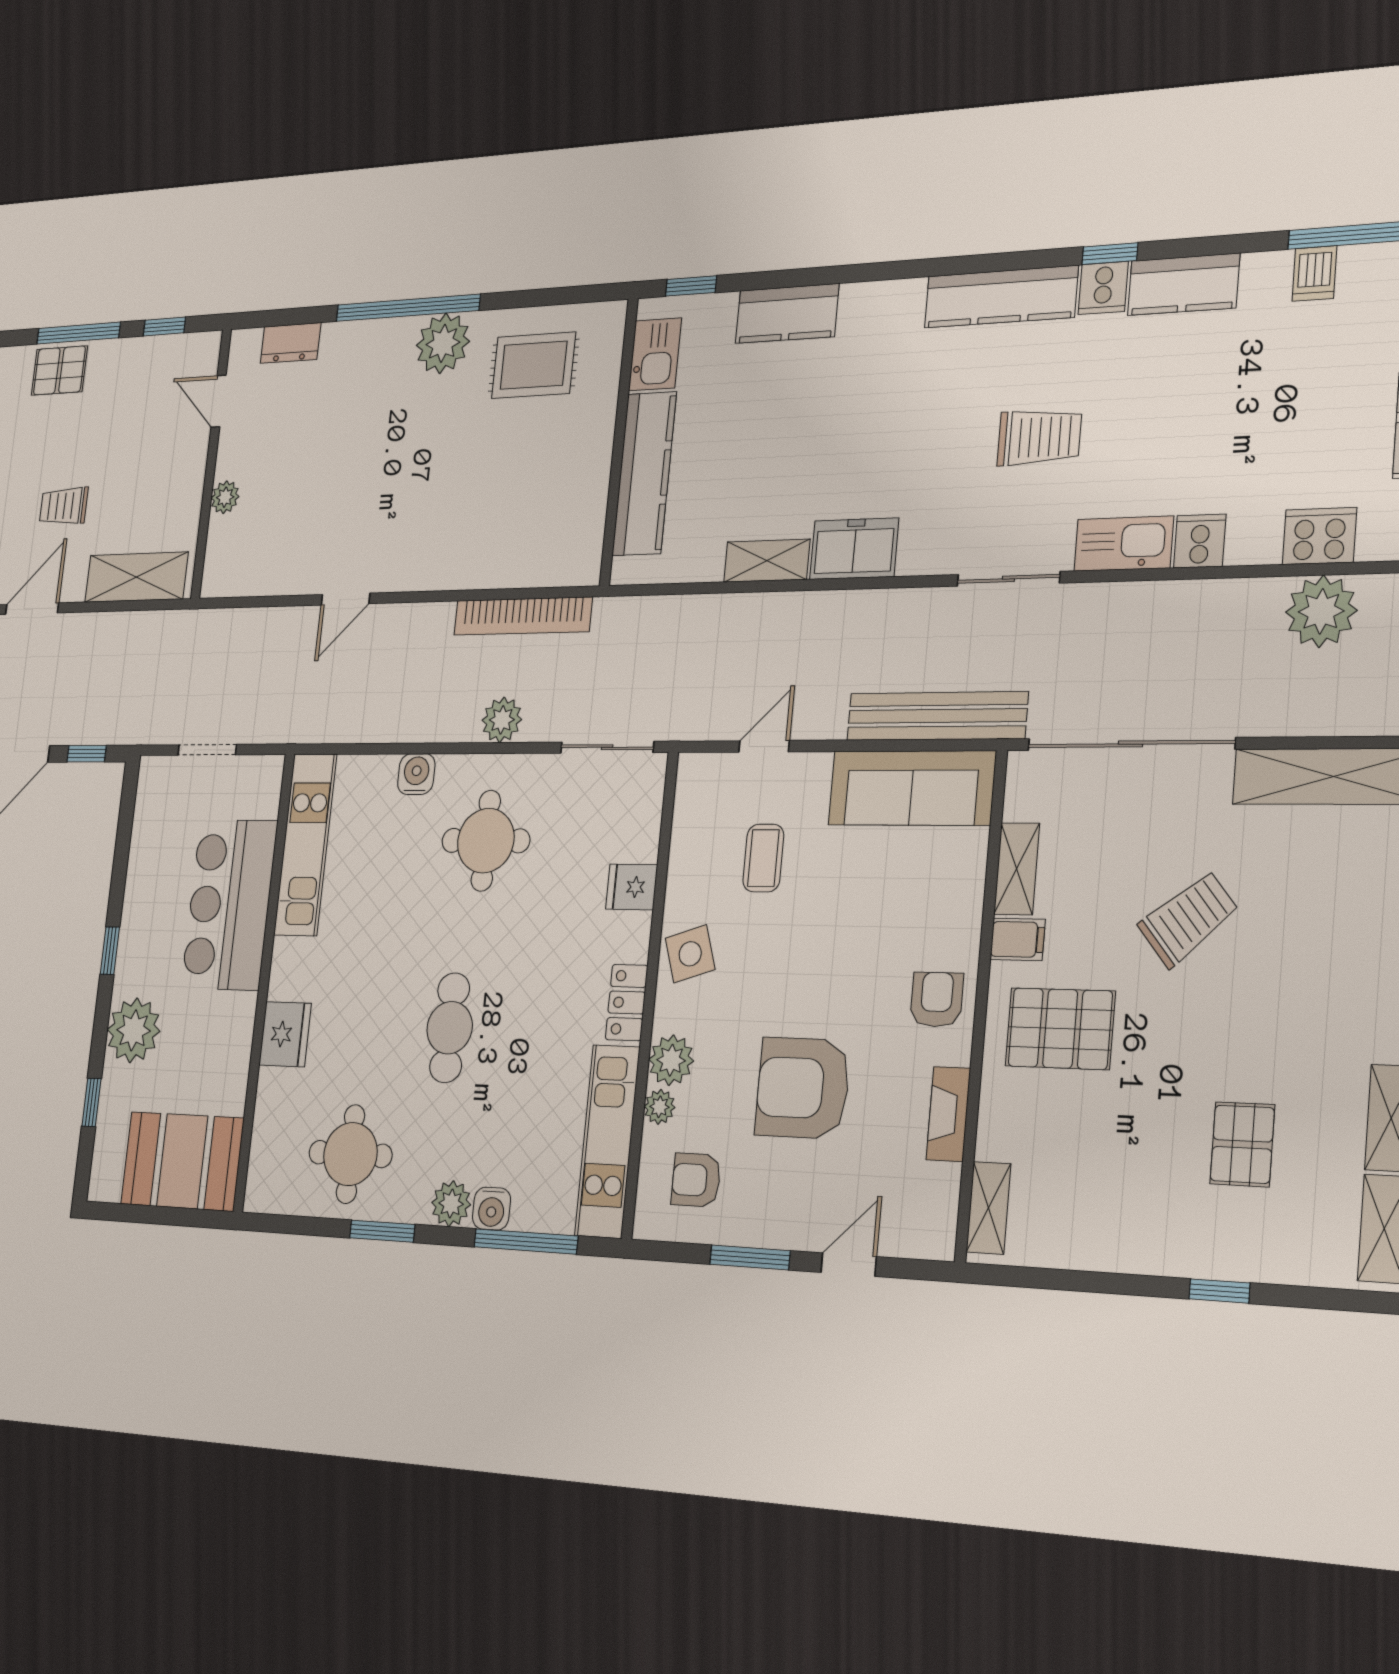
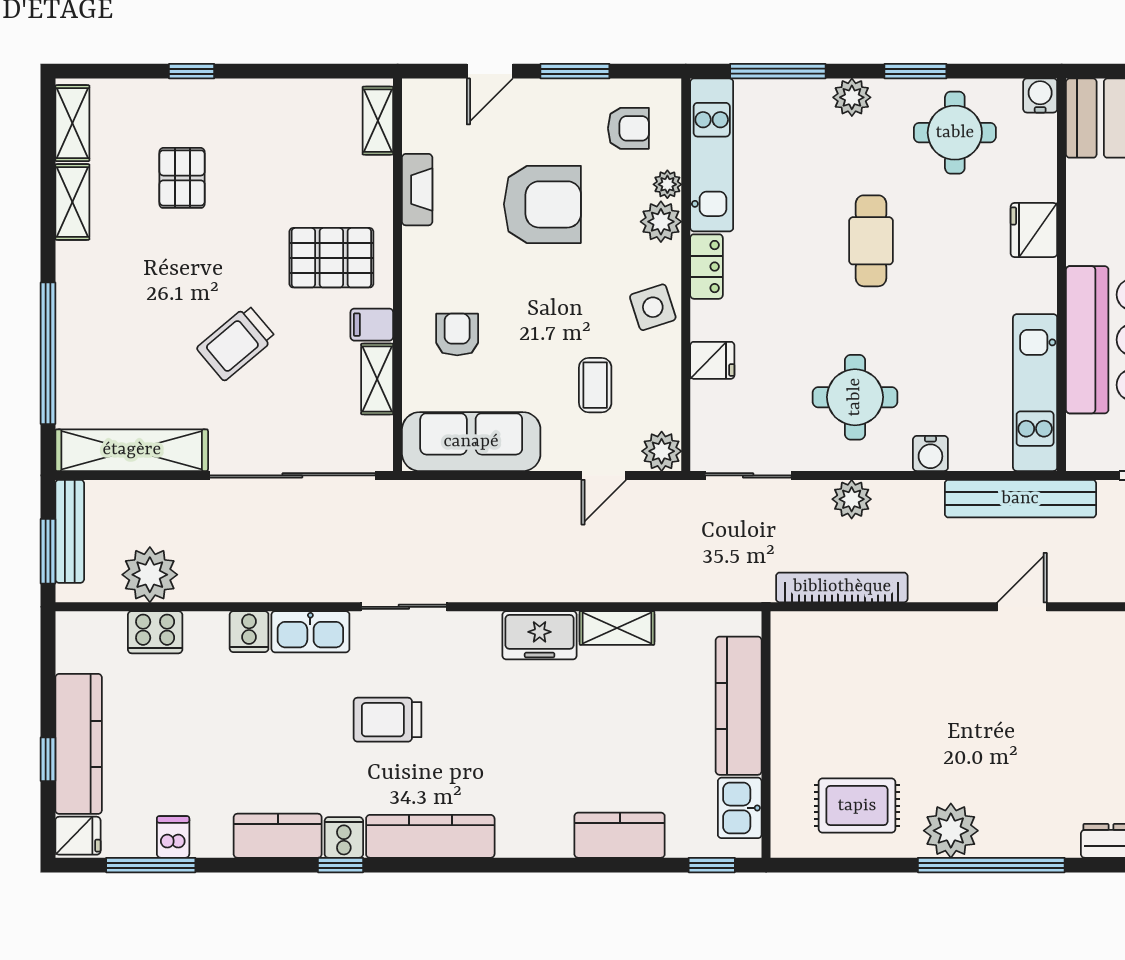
bench: (937, 716) -> (1020, 499), moved
plant: (697, 776) -> (662, 451), added
armchair: (937, 999) -> (457, 335), moved, turned 180
water cooler: (492, 1209) -> (1040, 95), moved

